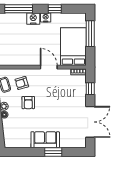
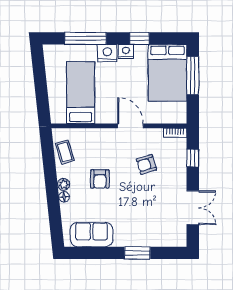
bed: (15, 45) -> (81, 93), added
bed: (73, 47) -> (167, 73), moved, turned 180
armchair: (22, 83) -> (146, 164), moved
double door: (90, 122) -> (193, 208), width x0.73
sofa: (45, 140) -> (92, 235), moved

